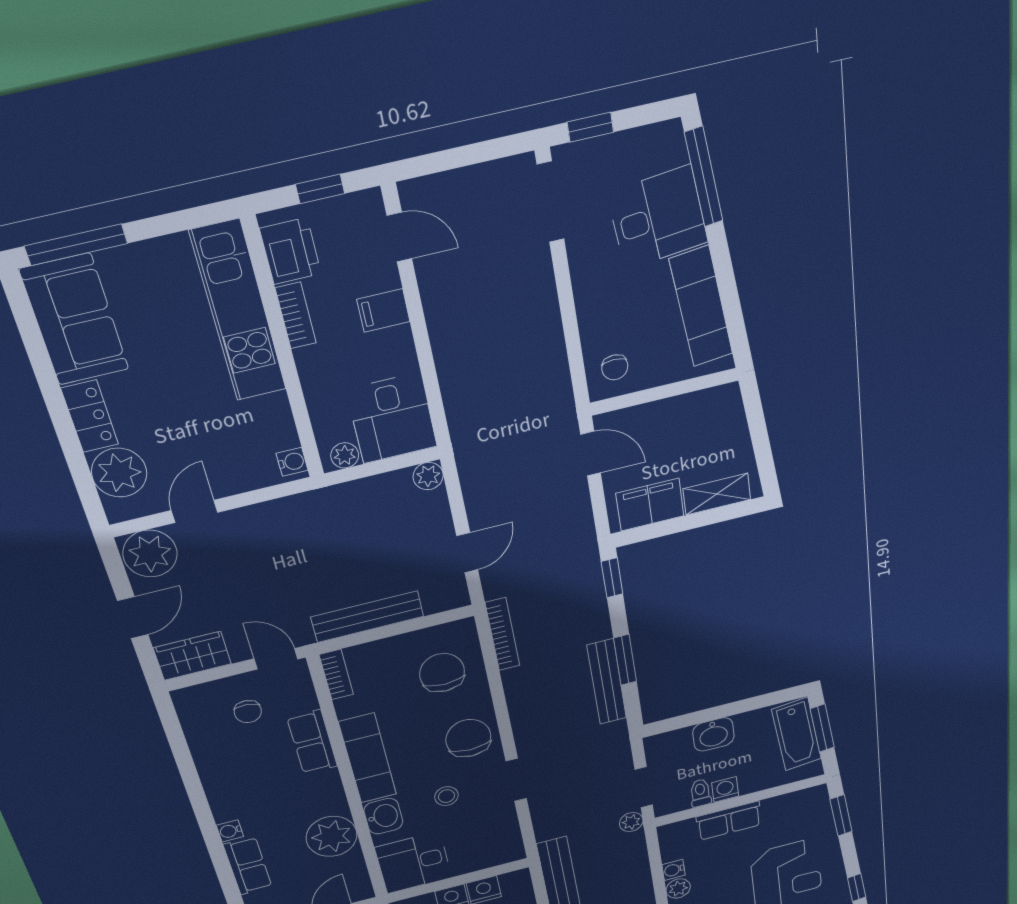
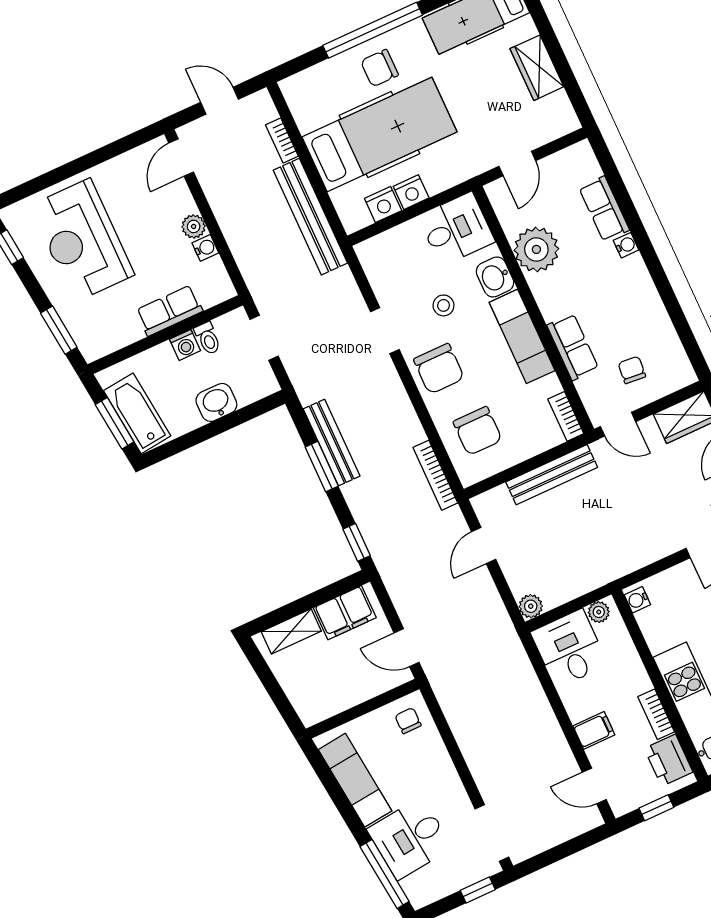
plant: (631, 822) -> (264, 298), removed

